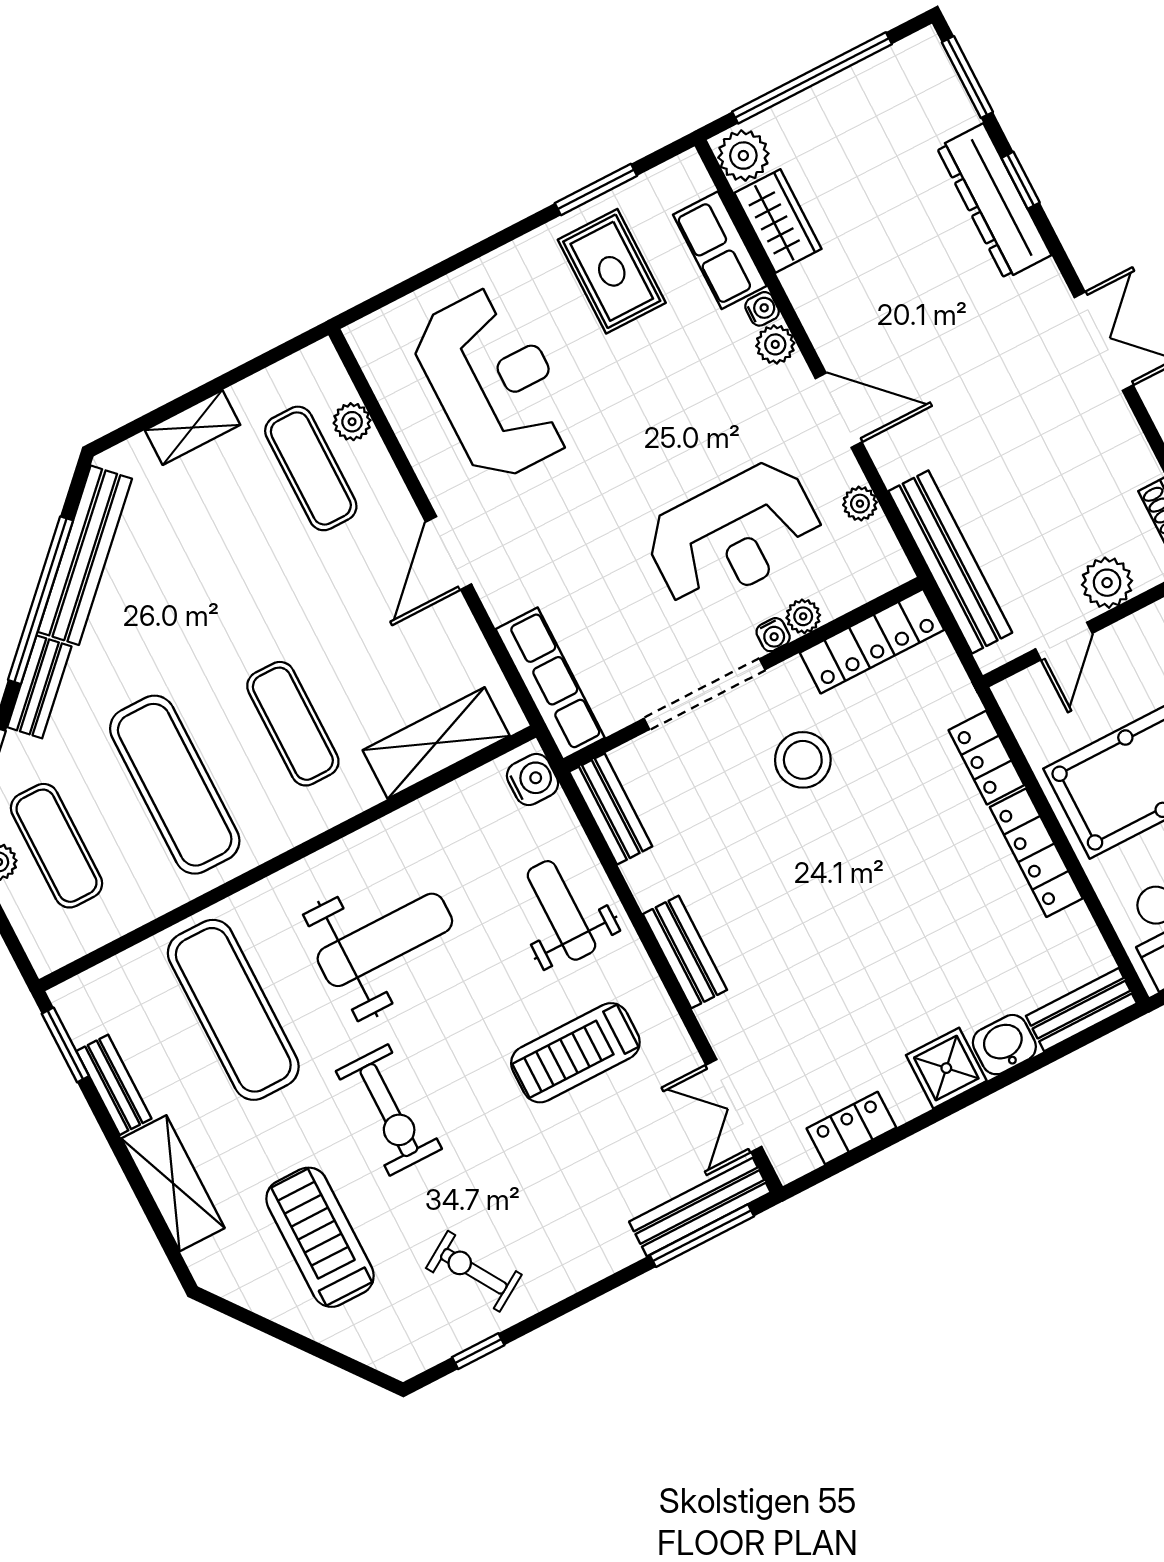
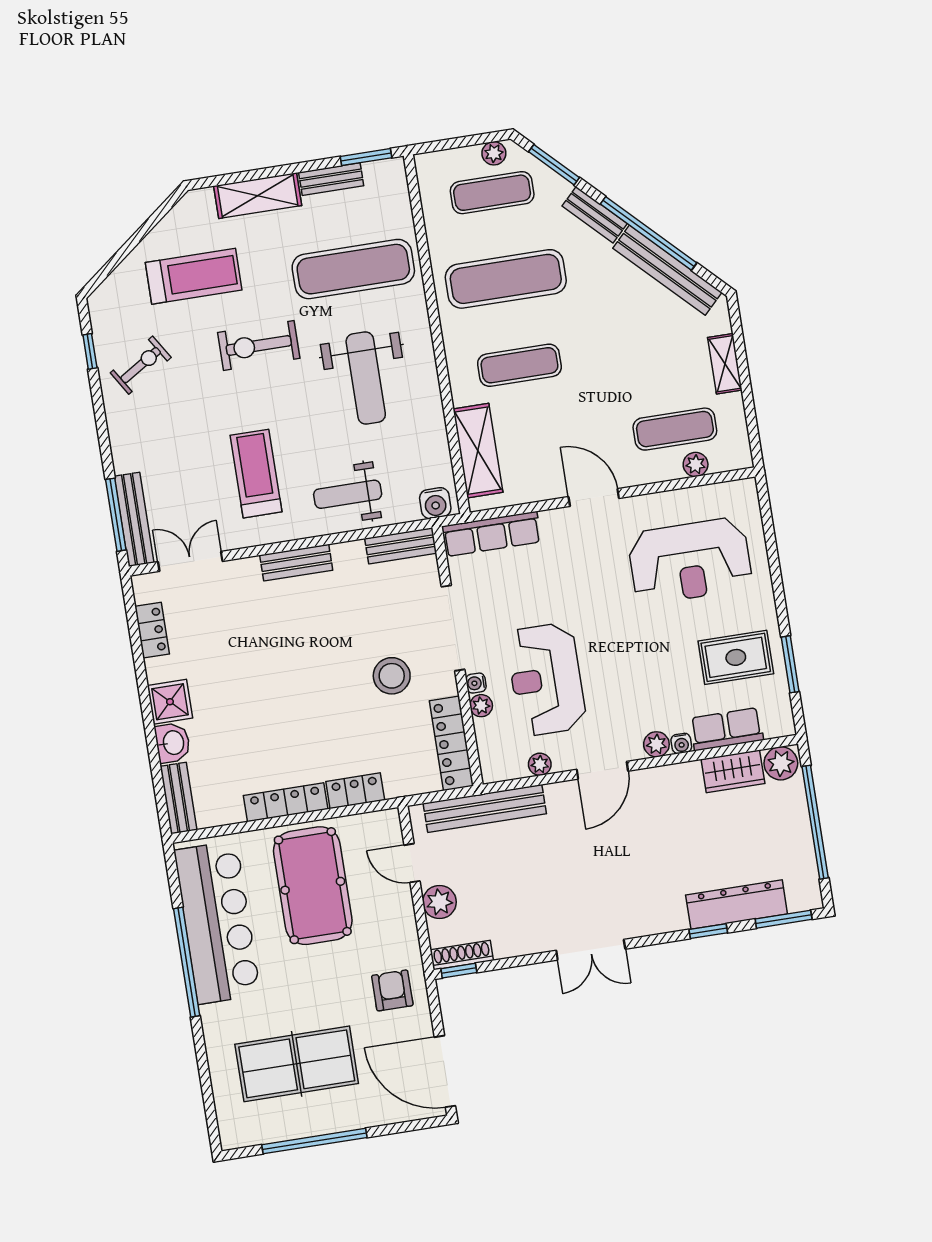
dresser: (994, 201) -> (737, 905), moved
weight bench: (561, 910) -> (348, 494), turned 180

